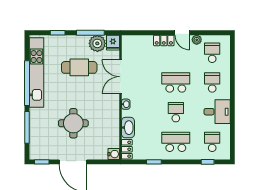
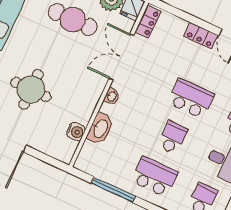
locker: (127, 149) -> (148, 22), moved
water cooler: (114, 154) -> (76, 132), moved
window: (154, 162) -> (113, 190), width x2.17

